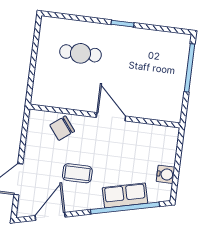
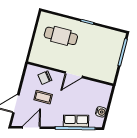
cafe table: (80, 53) -> (61, 36), width x1.37, depth x1.35
door: (111, 117) -> (74, 75), swing flipped
coffee table: (77, 173) -> (43, 97), moved

